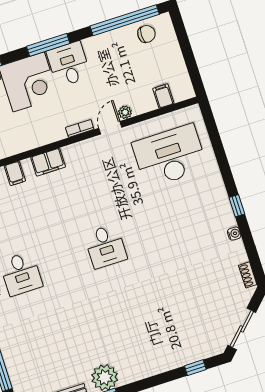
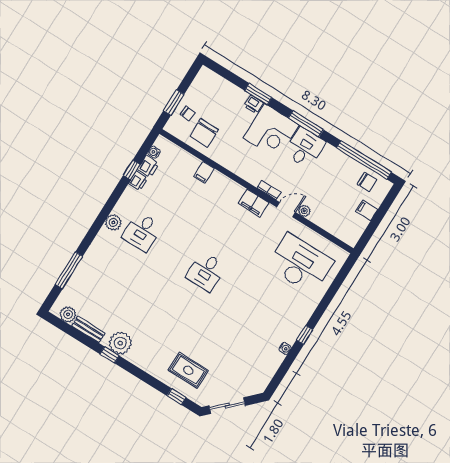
filing cabinet: (163, 96) -> (367, 210), moved, turned -90
filing cabinet: (48, 162) -> (254, 203), moved
shoe rack: (248, 275) -> (265, 380), removed
rug: (181, 337) -> (188, 370), added

